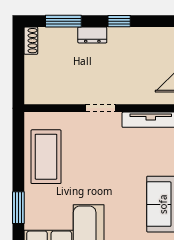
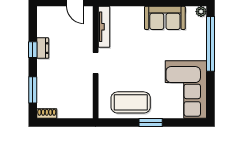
dresser: (92, 35) -> (43, 48), moved
window: (18, 208) -> (151, 122), moved

